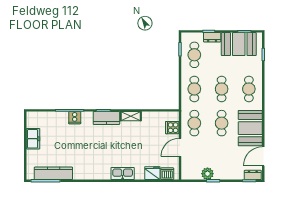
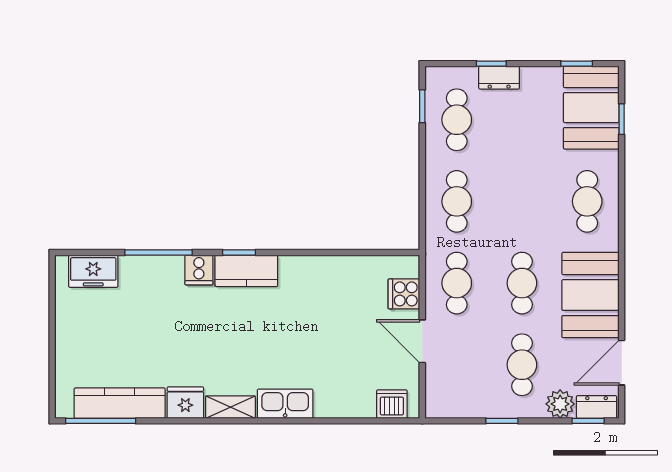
booth: (239, 44) -> (591, 108), moved, turned 90
cafe table: (222, 89) -> (522, 365), moved
shelving: (131, 116) -> (230, 407), moved
cooker: (75, 118) -> (199, 270), moved
freezer: (33, 139) -> (93, 271), moved, turned 90
door: (180, 147) -> (422, 341), hinge flipped
fridge: (152, 173) -> (185, 403), moved
plant: (207, 174) -> (560, 404), moved

